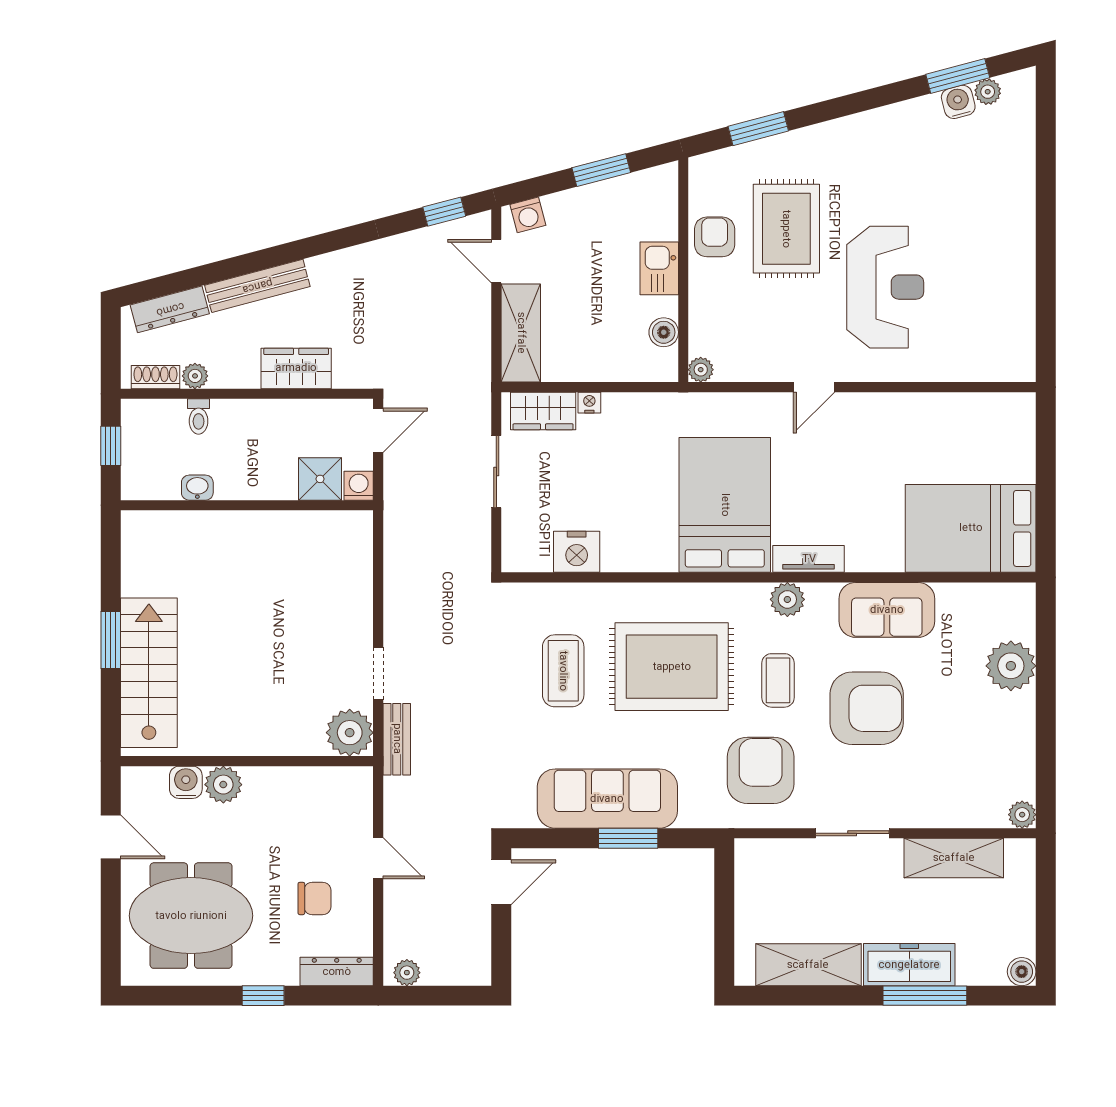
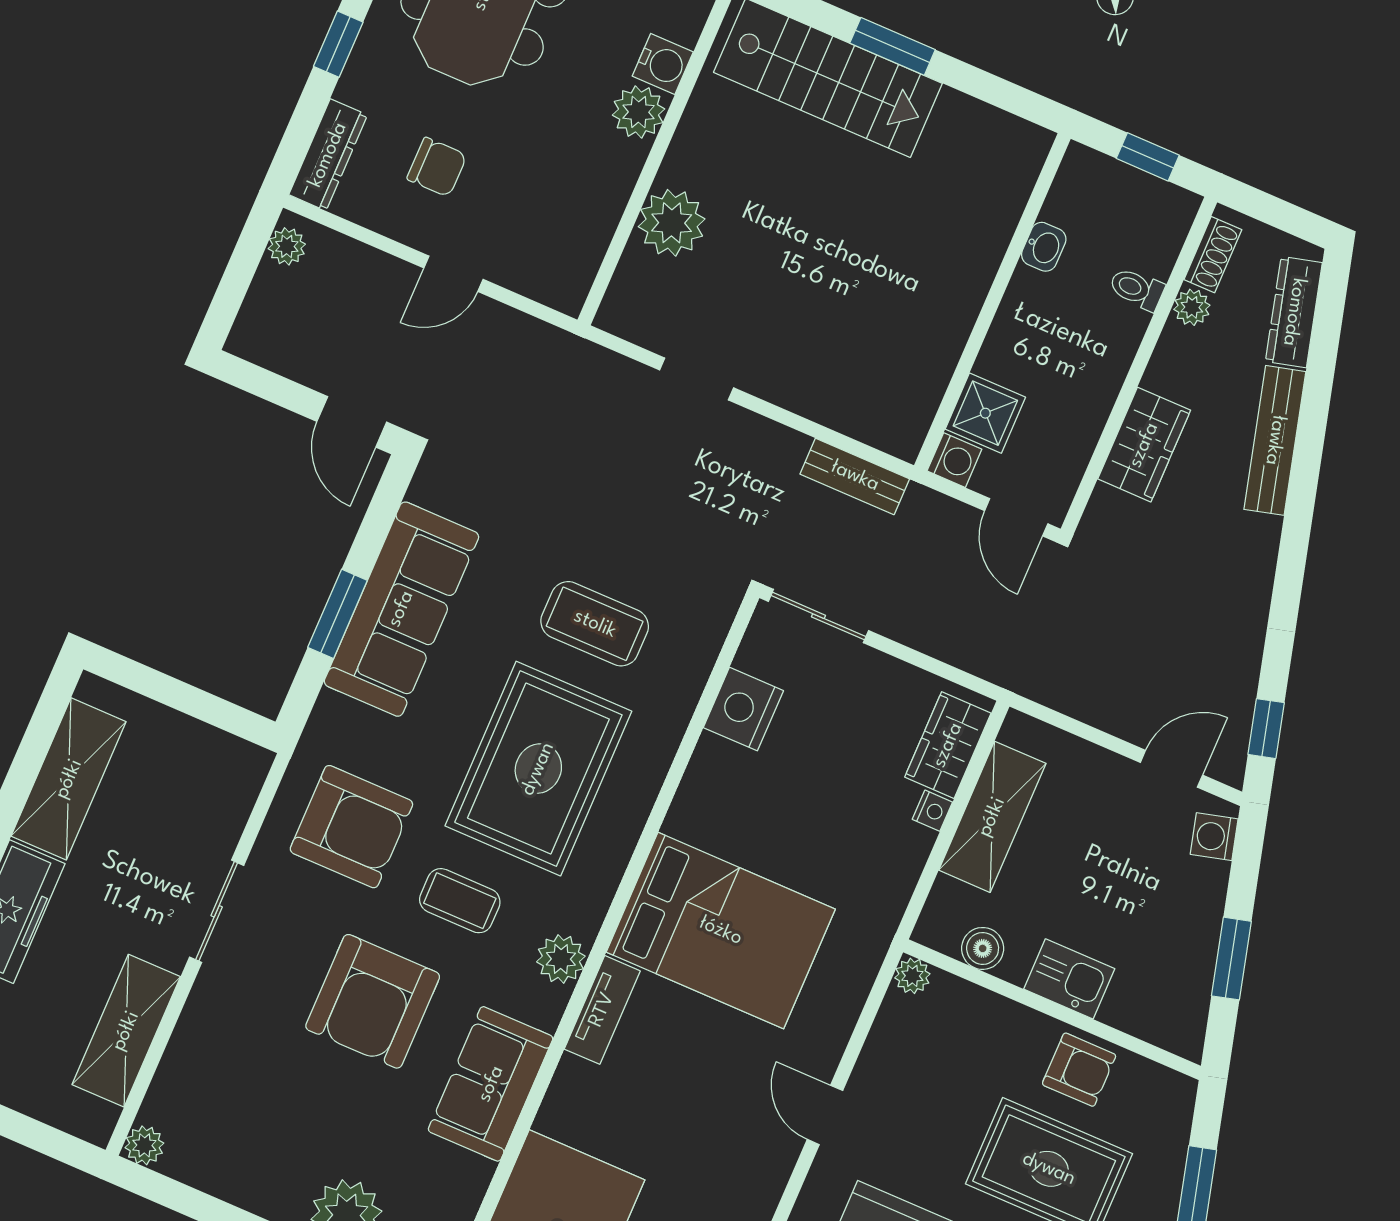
shelving: (521, 333) -> (992, 817), moved, turned 90
sliding door: (496, 472) -> (818, 616), moved
plant: (350, 733) -> (672, 223), moved
bench: (397, 739) -> (855, 476), moved
chair: (314, 898) -> (437, 167), turned -90

